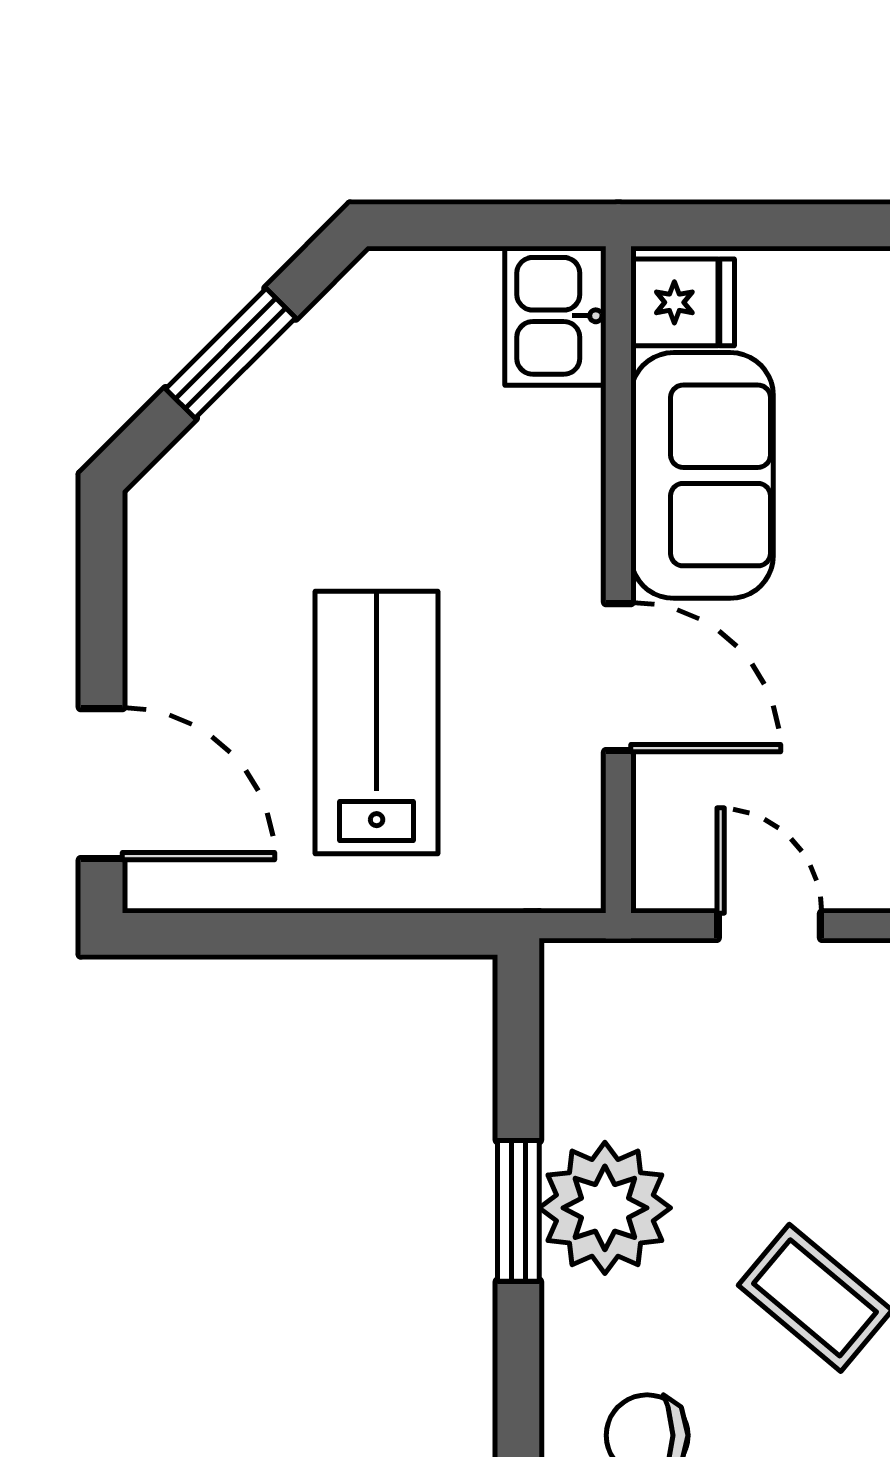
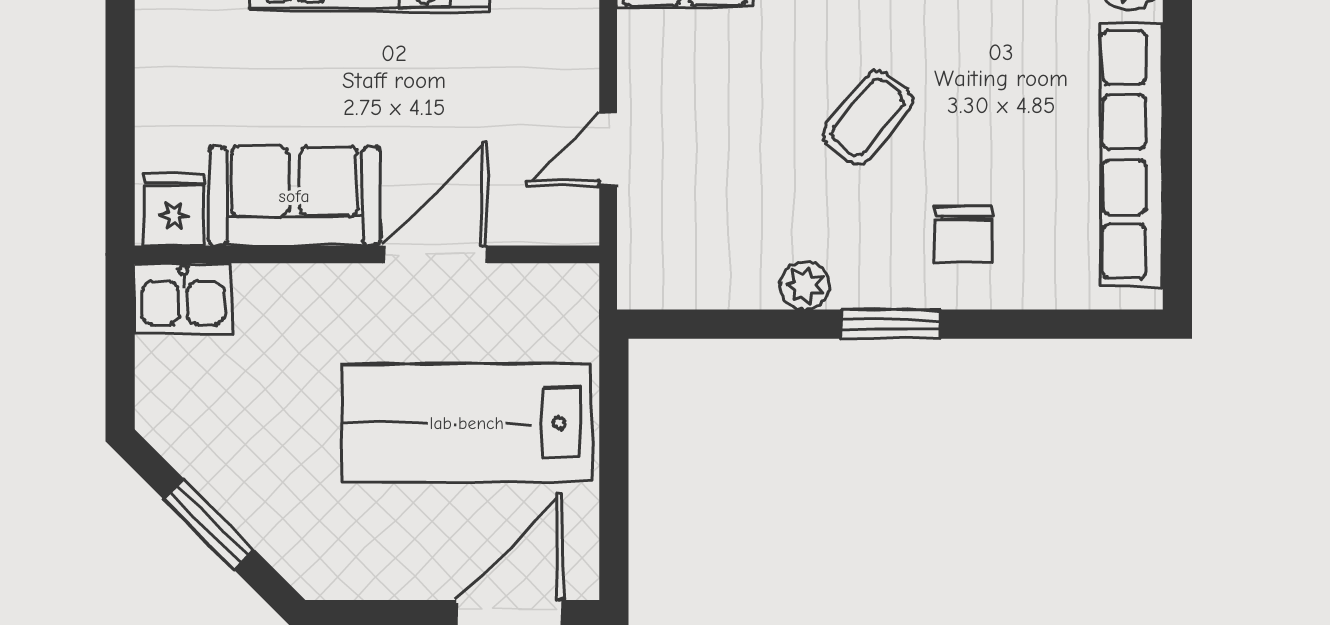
lab bench: (377, 722) -> (467, 423), width x1.36, depth x1.39
plant: (605, 1208) -> (805, 285), width x0.53, depth x0.53
window: (518, 1211) -> (891, 324), moved

